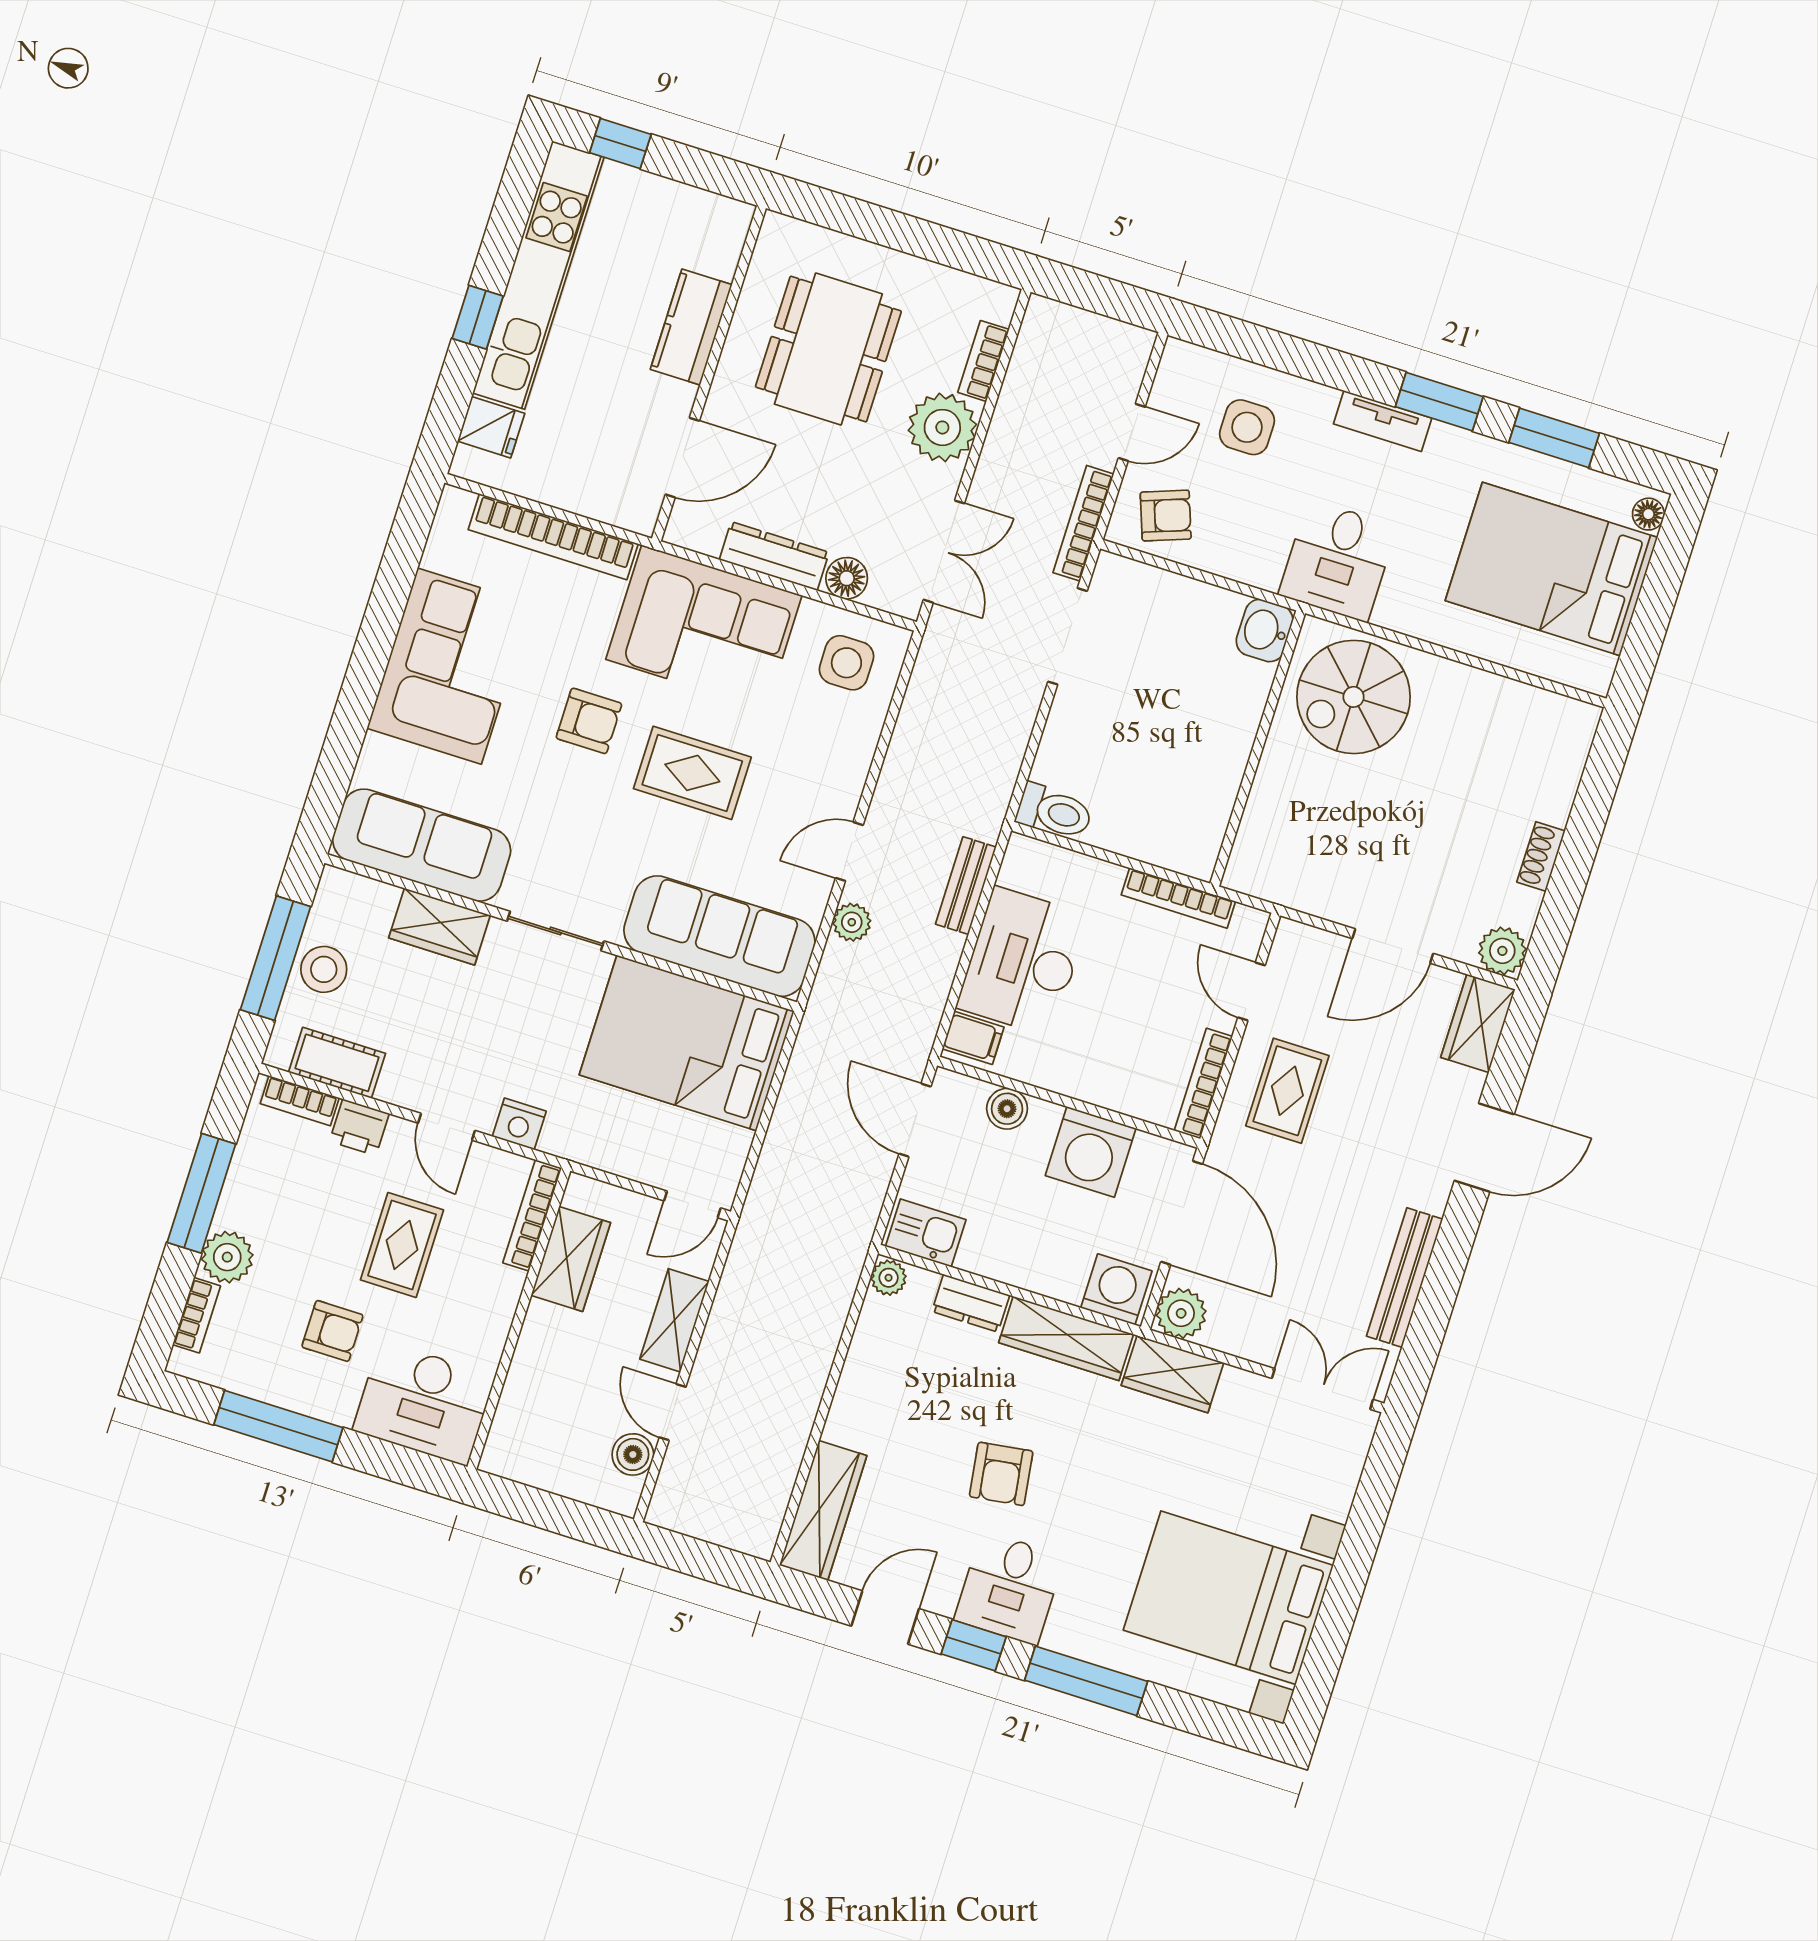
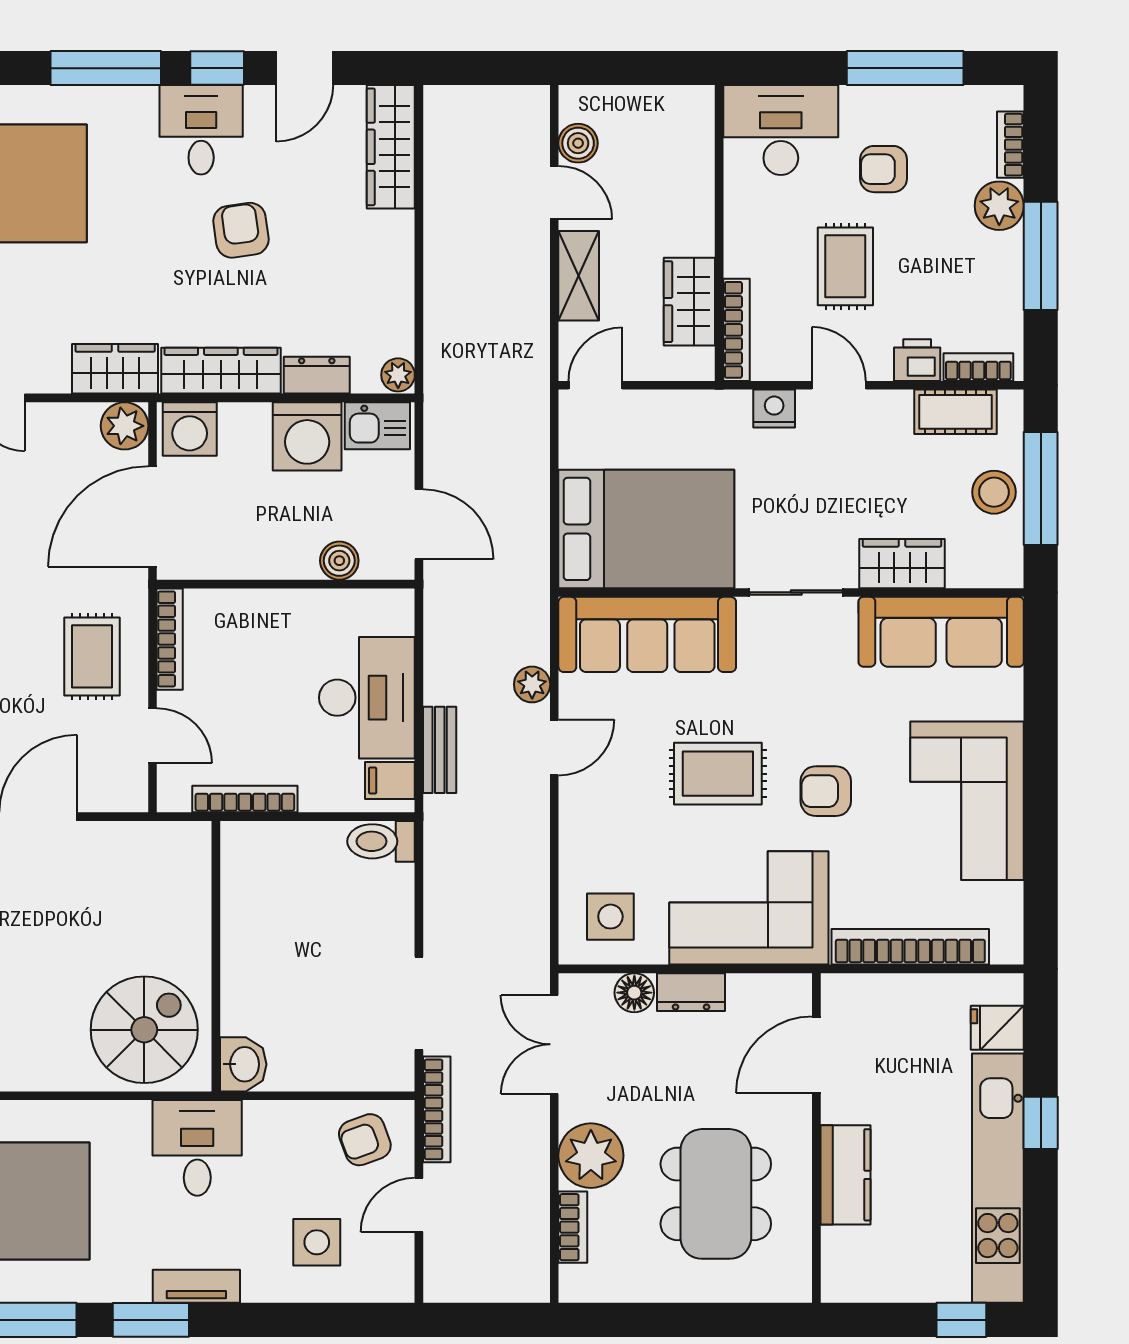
dresser: (774, 556) -> (691, 992), width x0.70
filing cabinet: (973, 1038) -> (390, 780), moved
washing machine: (1091, 1152) -> (307, 436), moved, turned 180
door: (1182, 1213) -> (153, 517), hinge flipped

